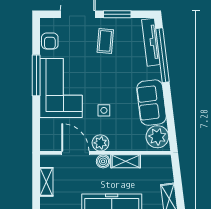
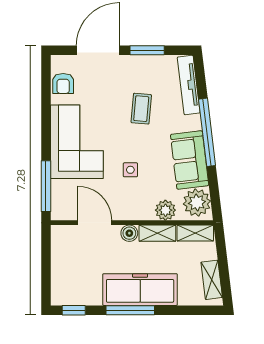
coffee table: (105, 41) -> (141, 109), moved
window: (162, 55) -> (207, 132), moved
window: (36, 75) -> (46, 186), moved
plant: (100, 143) -> (165, 210), moved
shelving: (46, 182) -> (195, 233), moved, turned 90

